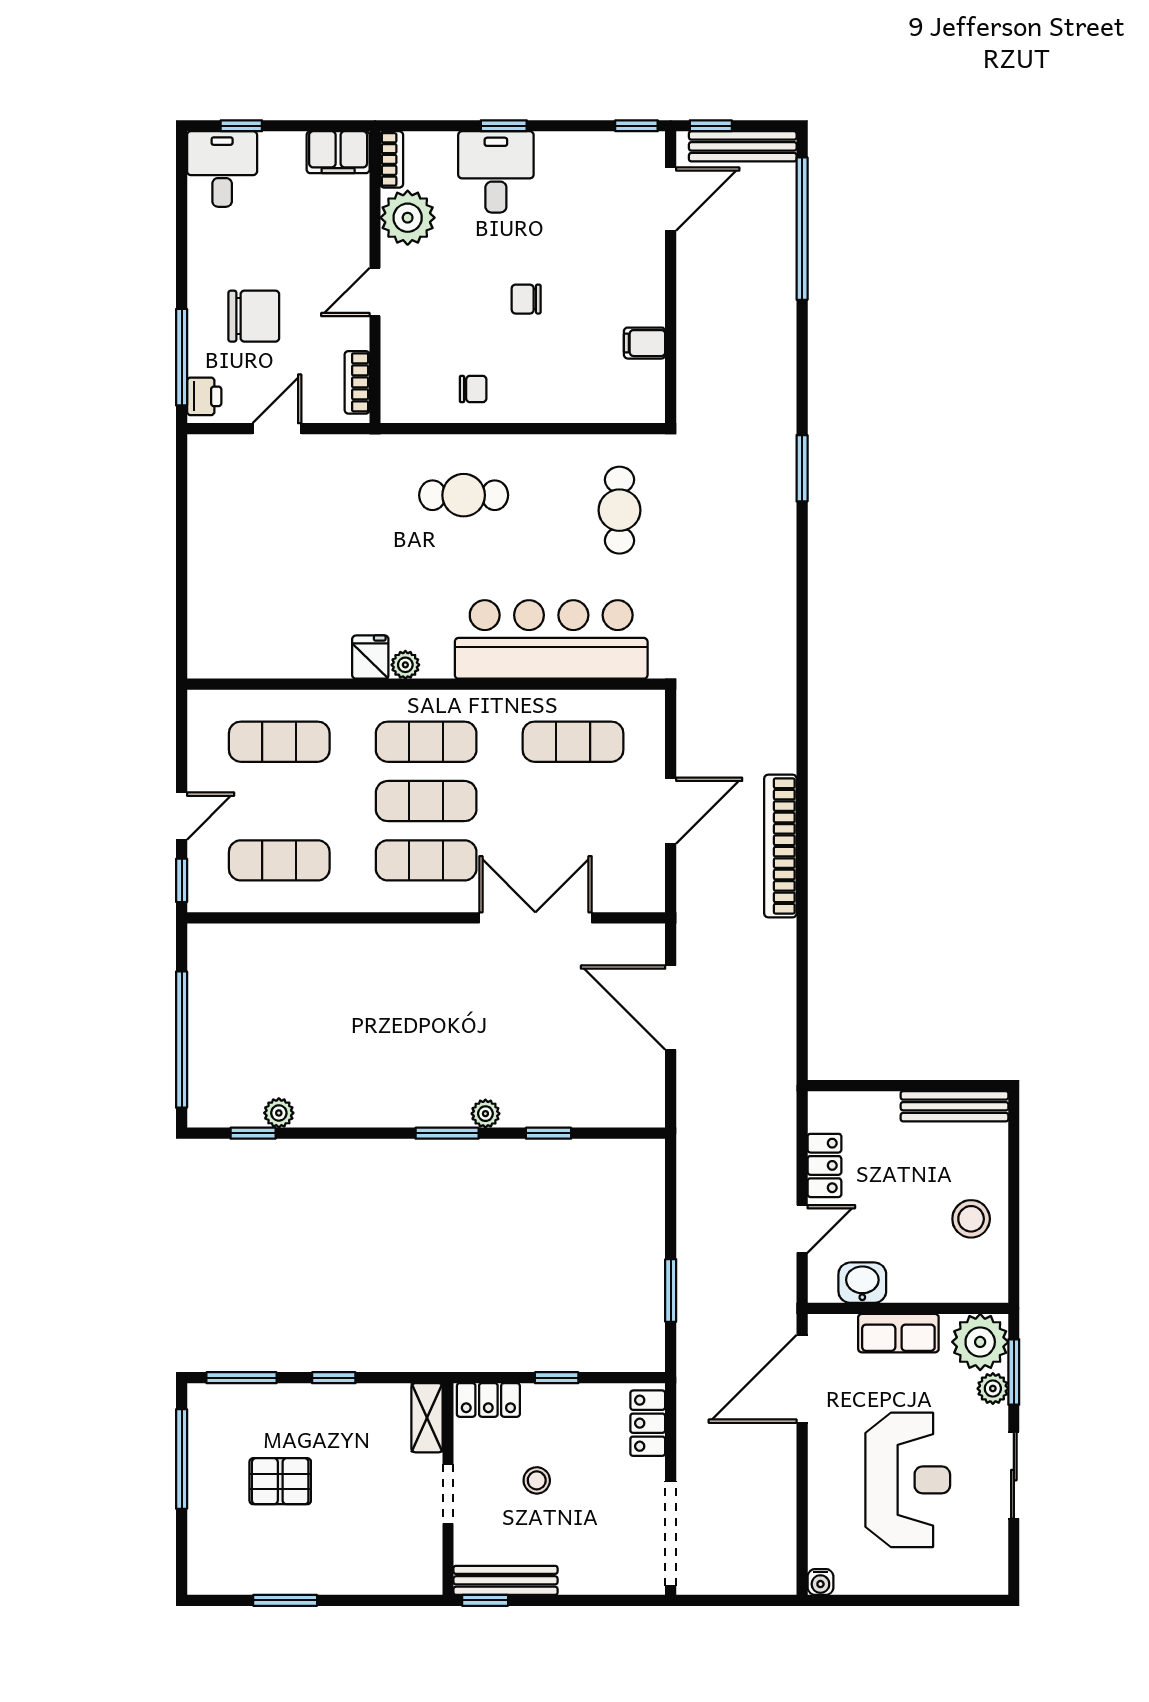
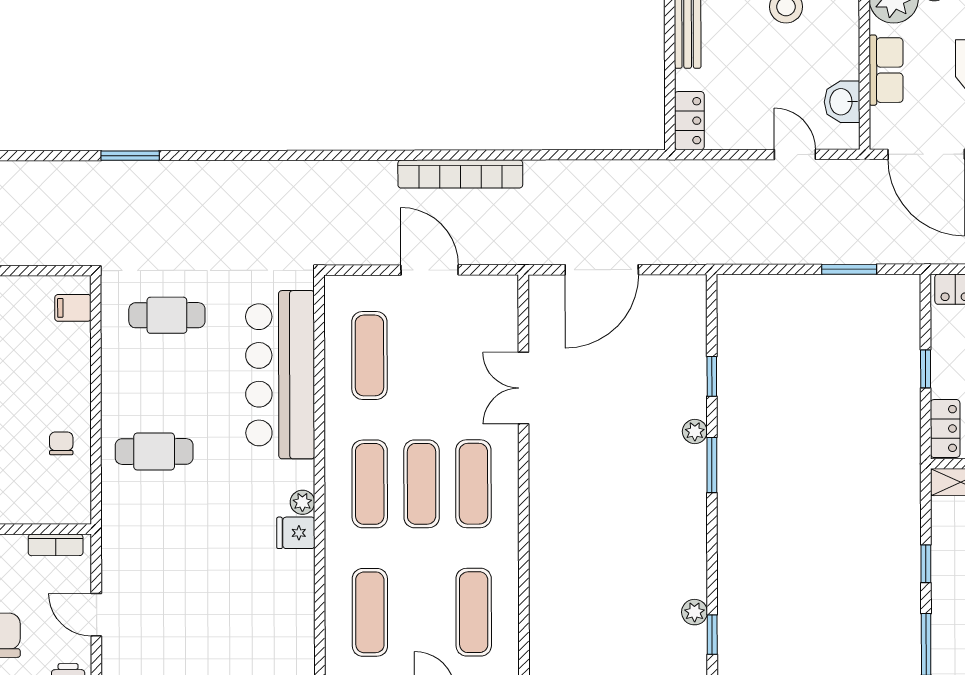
filing cabinet: (645, 343) -> (73, 308), moved, turned 90
cafe table: (464, 495) -> (154, 451), turned 90
double door: (535, 918) -> (523, 388), width x0.73
locker: (824, 1165) -> (689, 121), moved, turned 90

